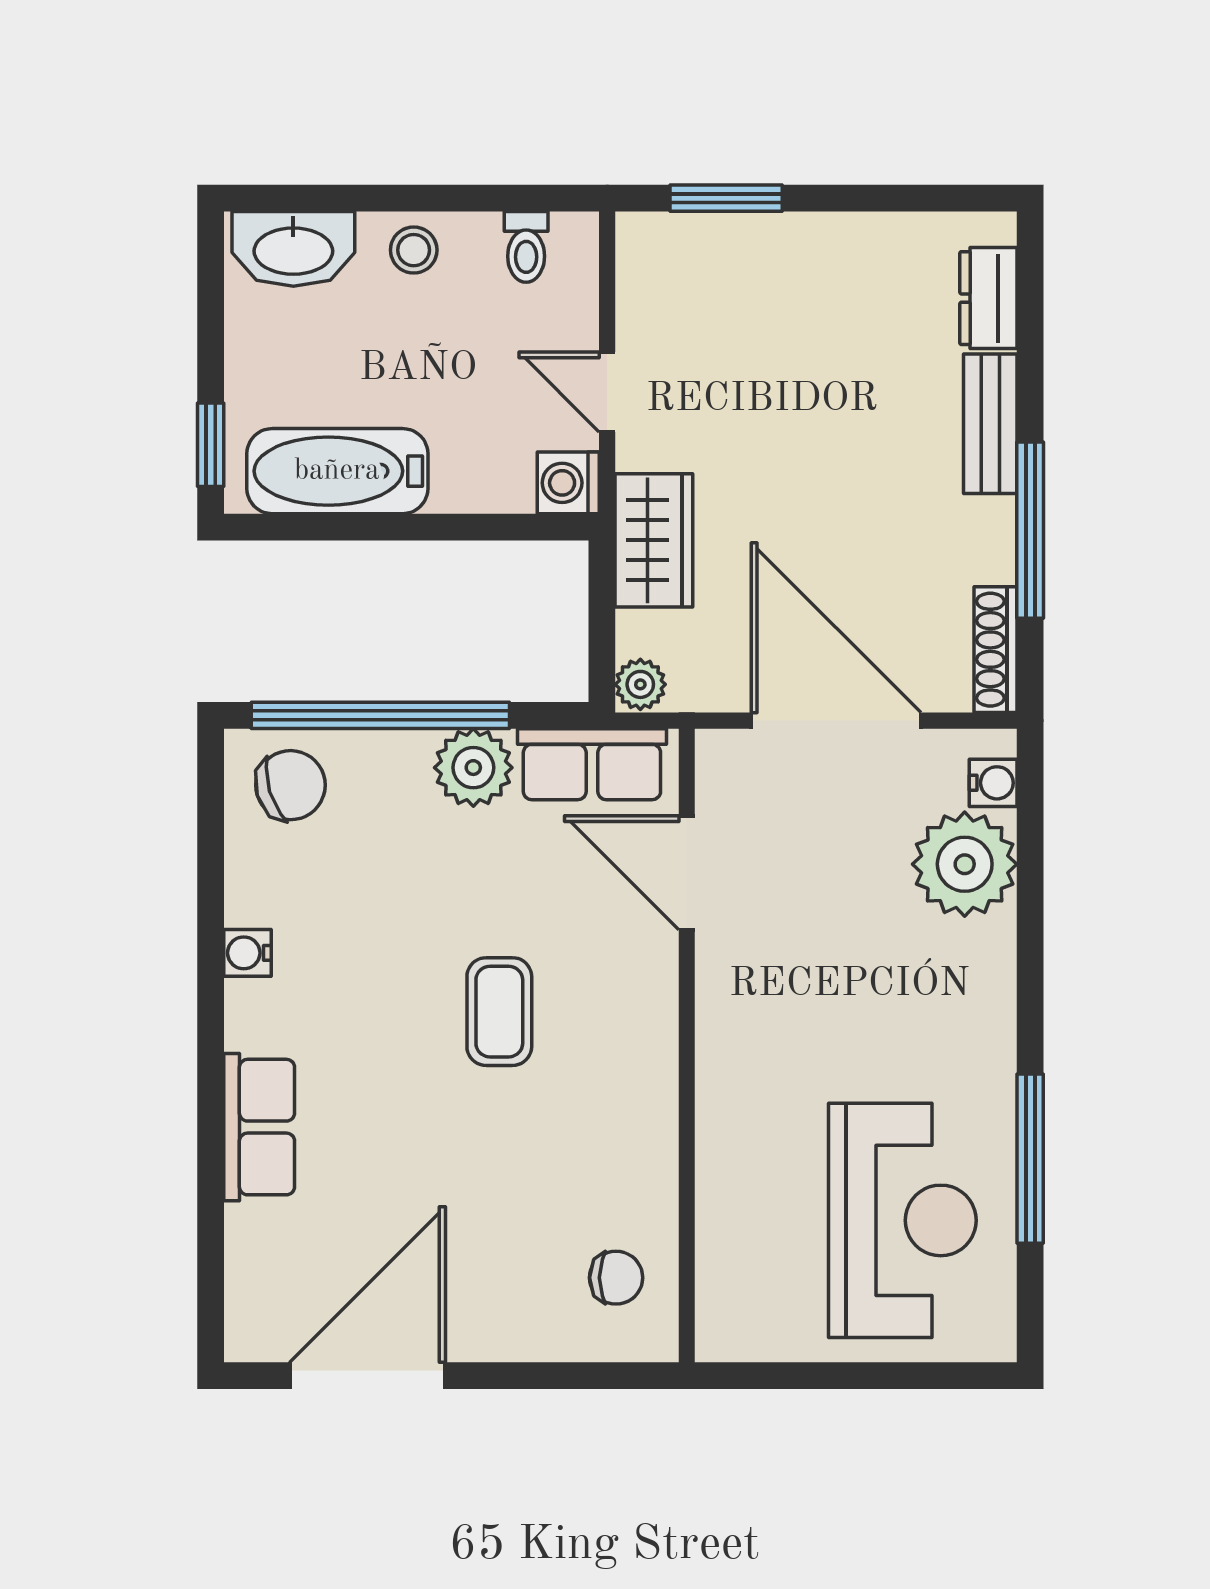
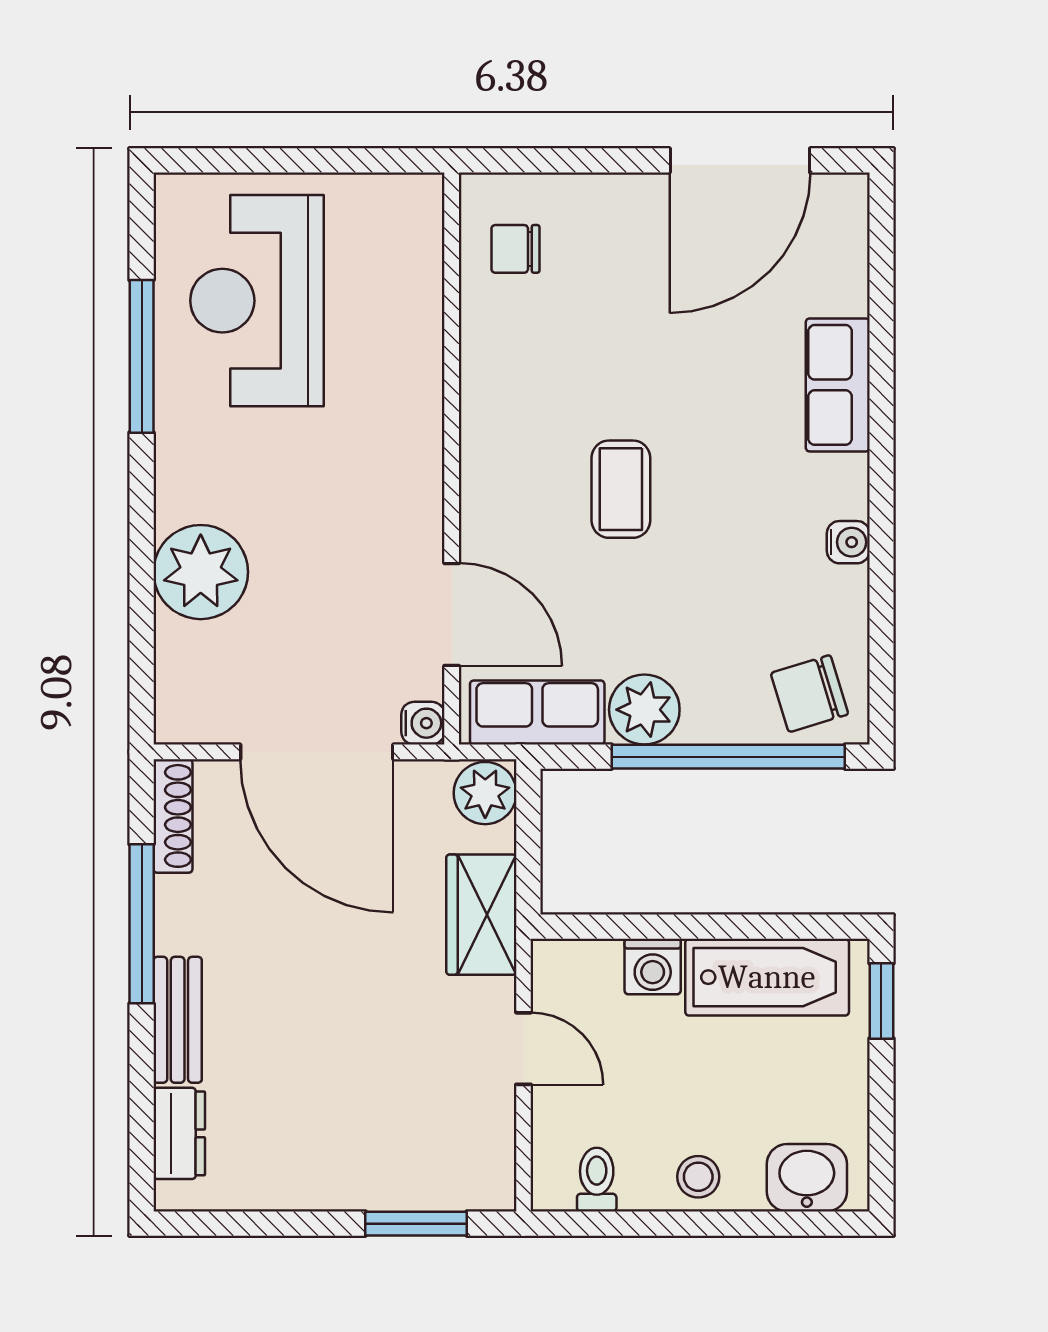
washbasin: (293, 249) -> (807, 1178), width x0.72
washing machine: (568, 483) -> (653, 967), moved, turned 90
plant: (640, 684) -> (485, 793), width x1.38, depth x1.38
water cooler: (993, 783) -> (423, 723), moved, turned 180
plant: (965, 864) -> (201, 572), moved

